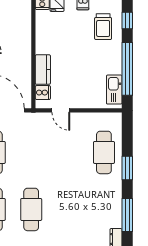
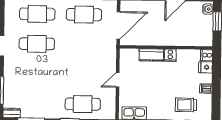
cooker: (43, 93) -> (170, 55), moved
door: (61, 110) -> (118, 80), moved

